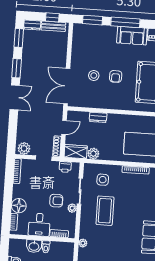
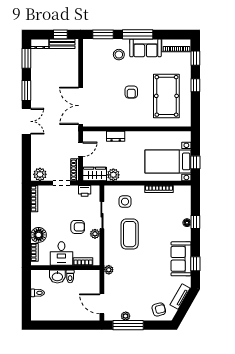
stool: (94, 75) -> (119, 55), moved

